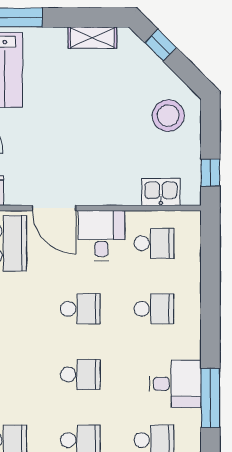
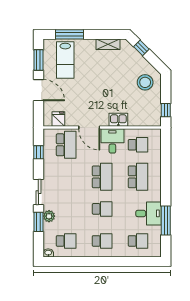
kitchen sink: (161, 192) -> (118, 120), moved
school desk: (80, 309) -> (102, 177), width x1.85
school desk: (154, 309) -> (138, 177), width x1.85

